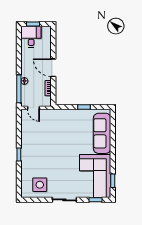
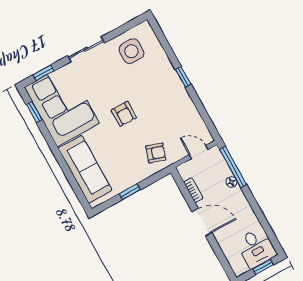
armchair: (58, 120) -> (156, 153), added
armchair: (63, 152) -> (124, 114), added

